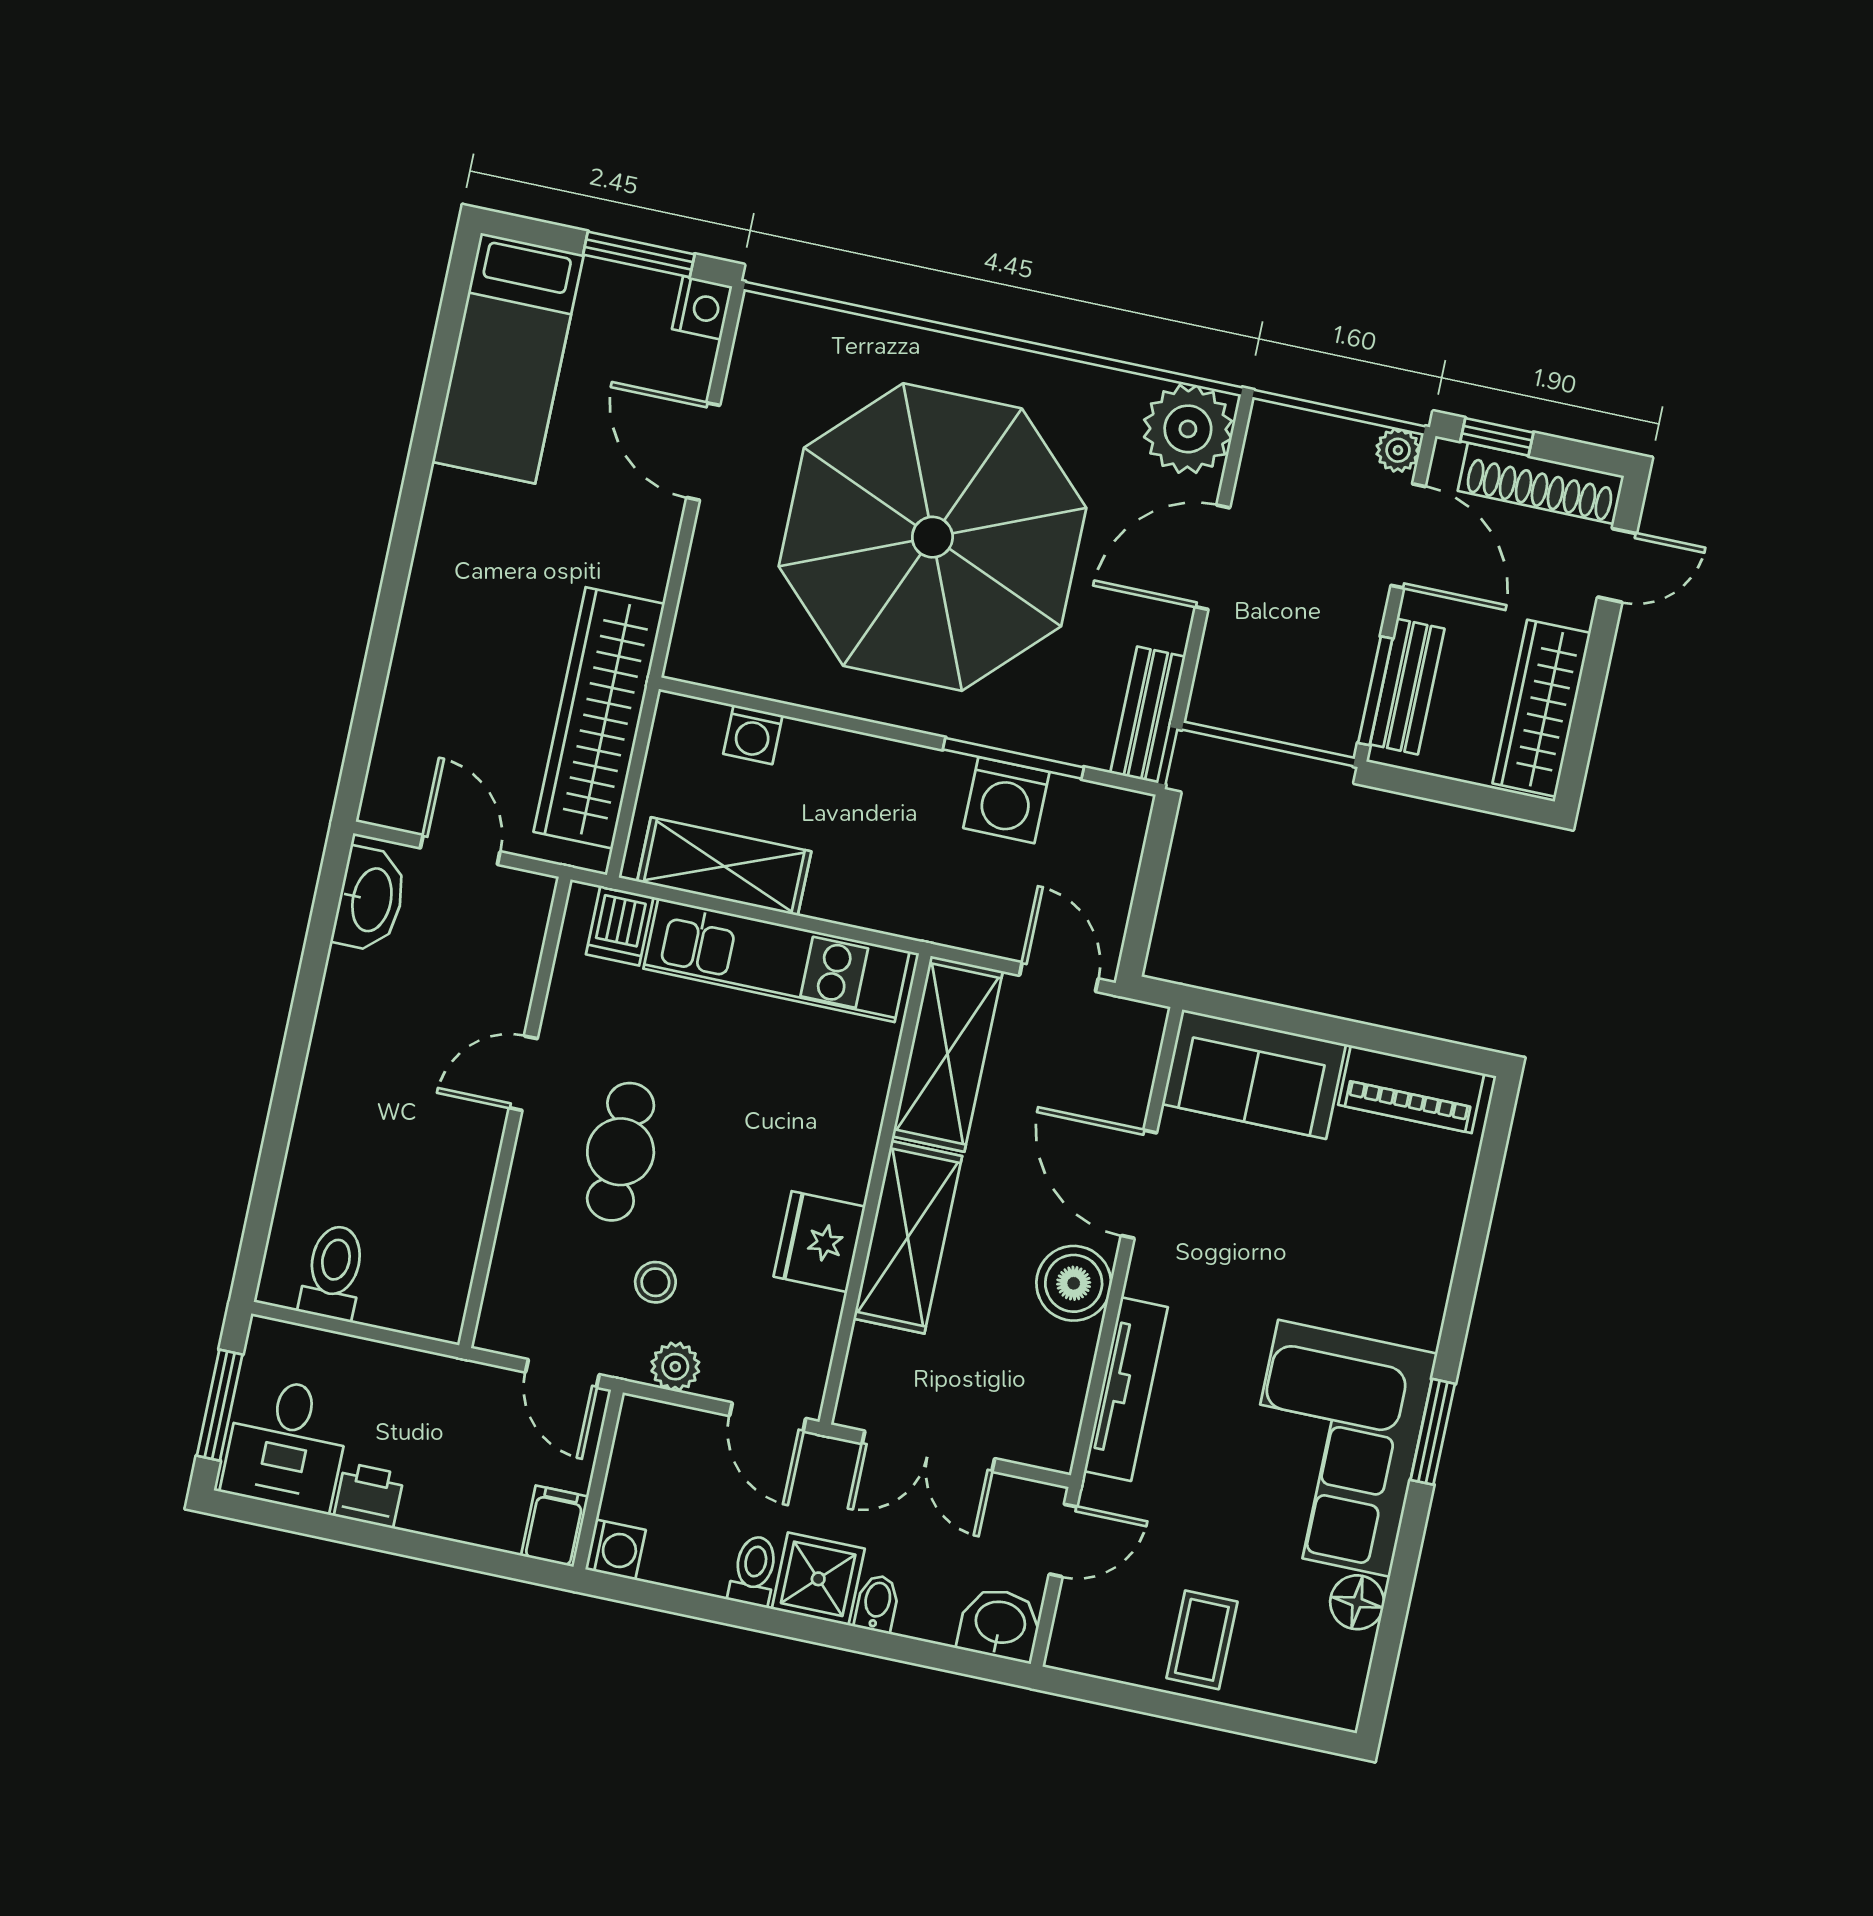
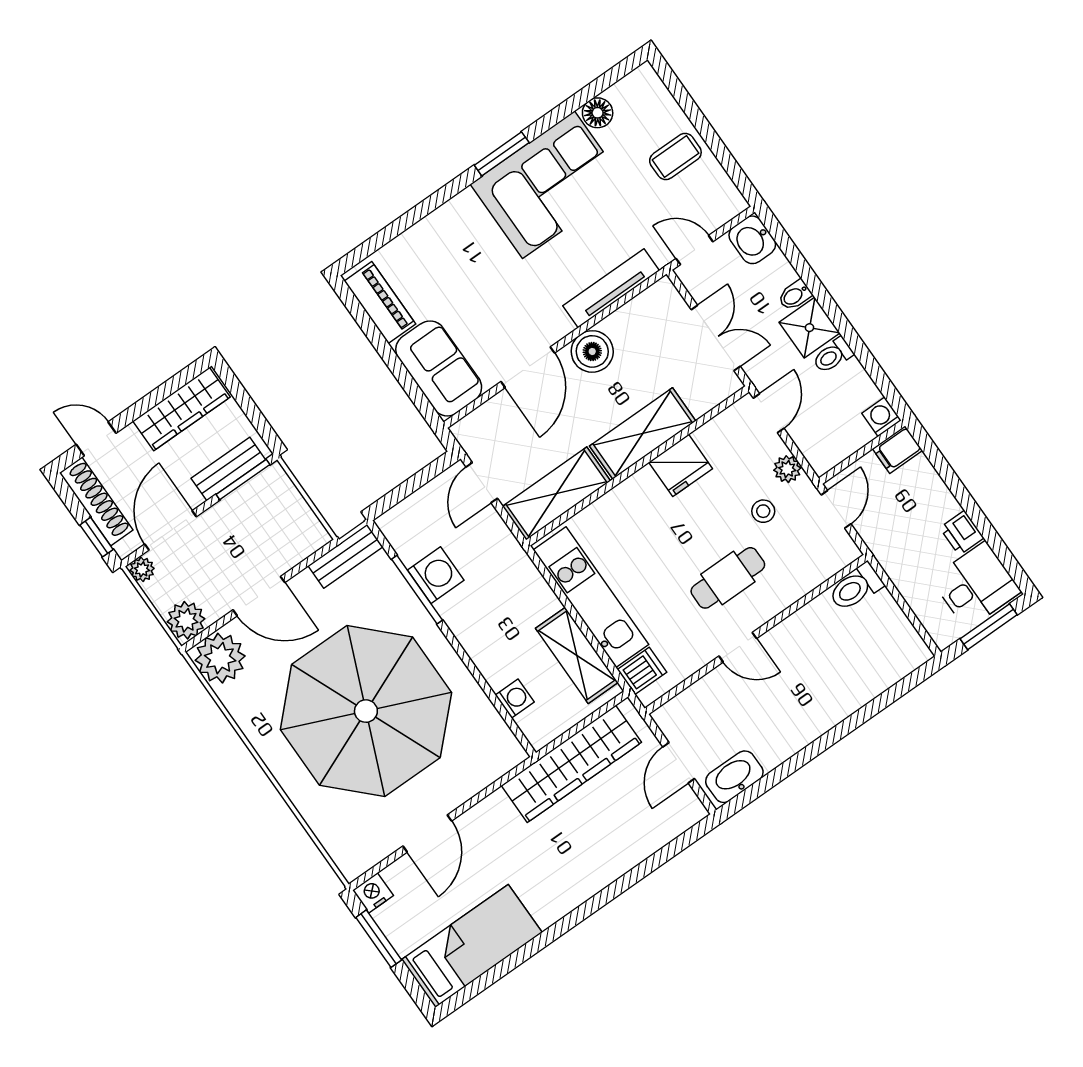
plant: (1279, 437) -> (186, 620), added
toilet: (333, 1272) -> (856, 587), moved

